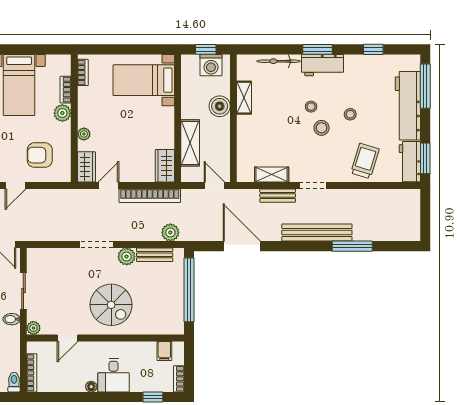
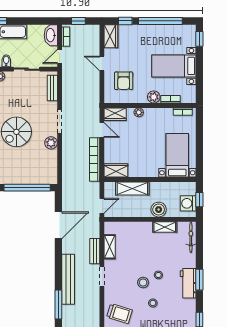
bicycle: (279, 61) -> (191, 237), moved
armchair: (40, 155) -> (124, 81), turned 180
plant: (170, 232) -> (68, 174), removed
bench: (155, 255) -> (52, 88), moved

